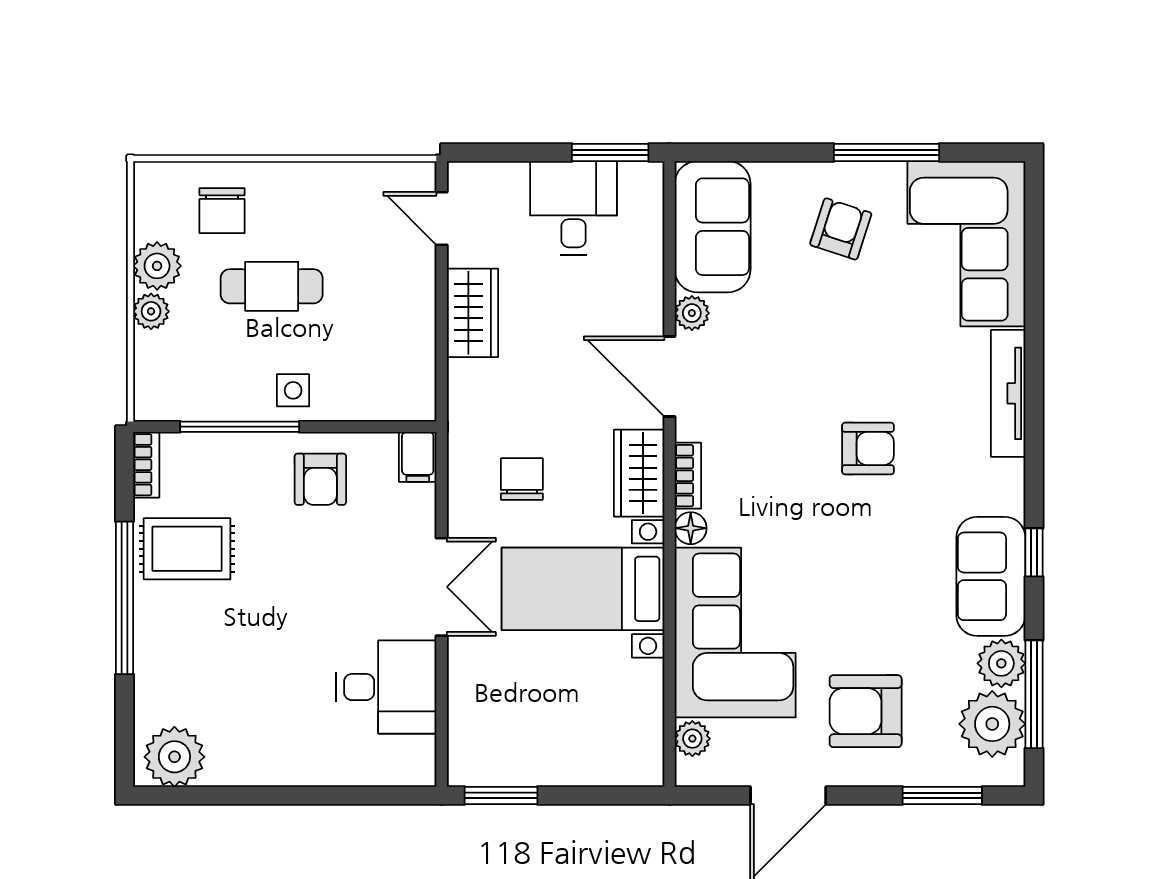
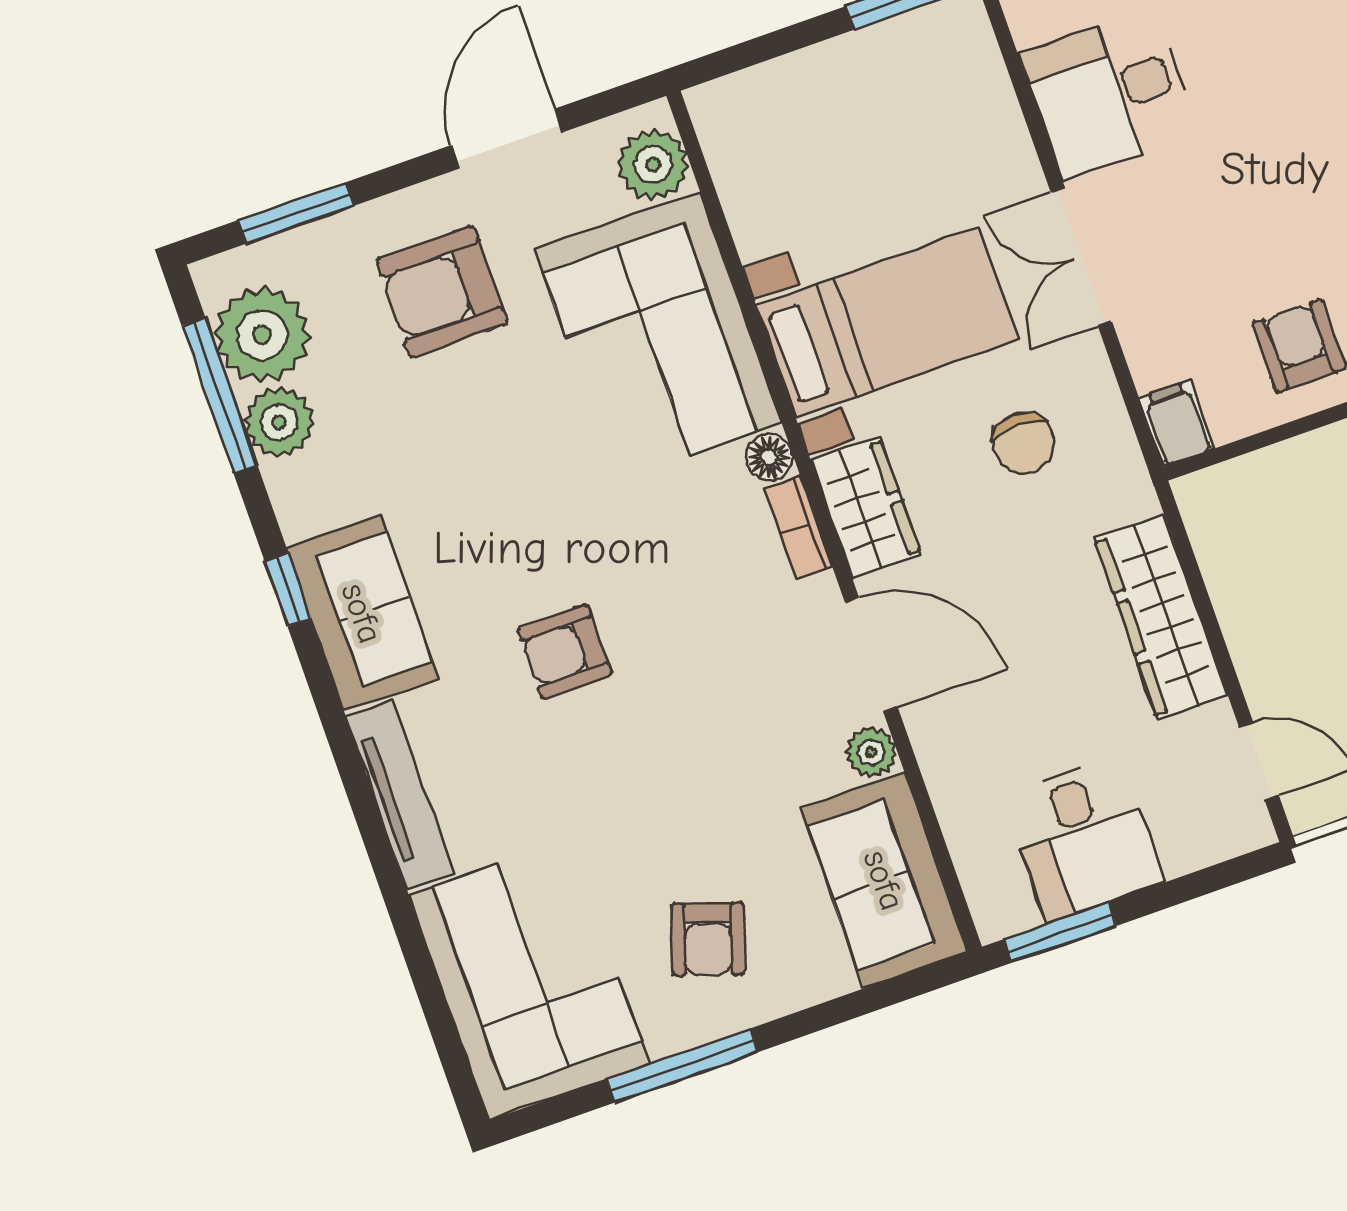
wardrobe: (472, 313) -> (1161, 617), width x1.50
sofa: (991, 576) -> (362, 613), moved
armchair: (866, 711) -> (442, 291), turned 180
plant: (692, 739) -> (653, 164), width x1.38, depth x1.38

